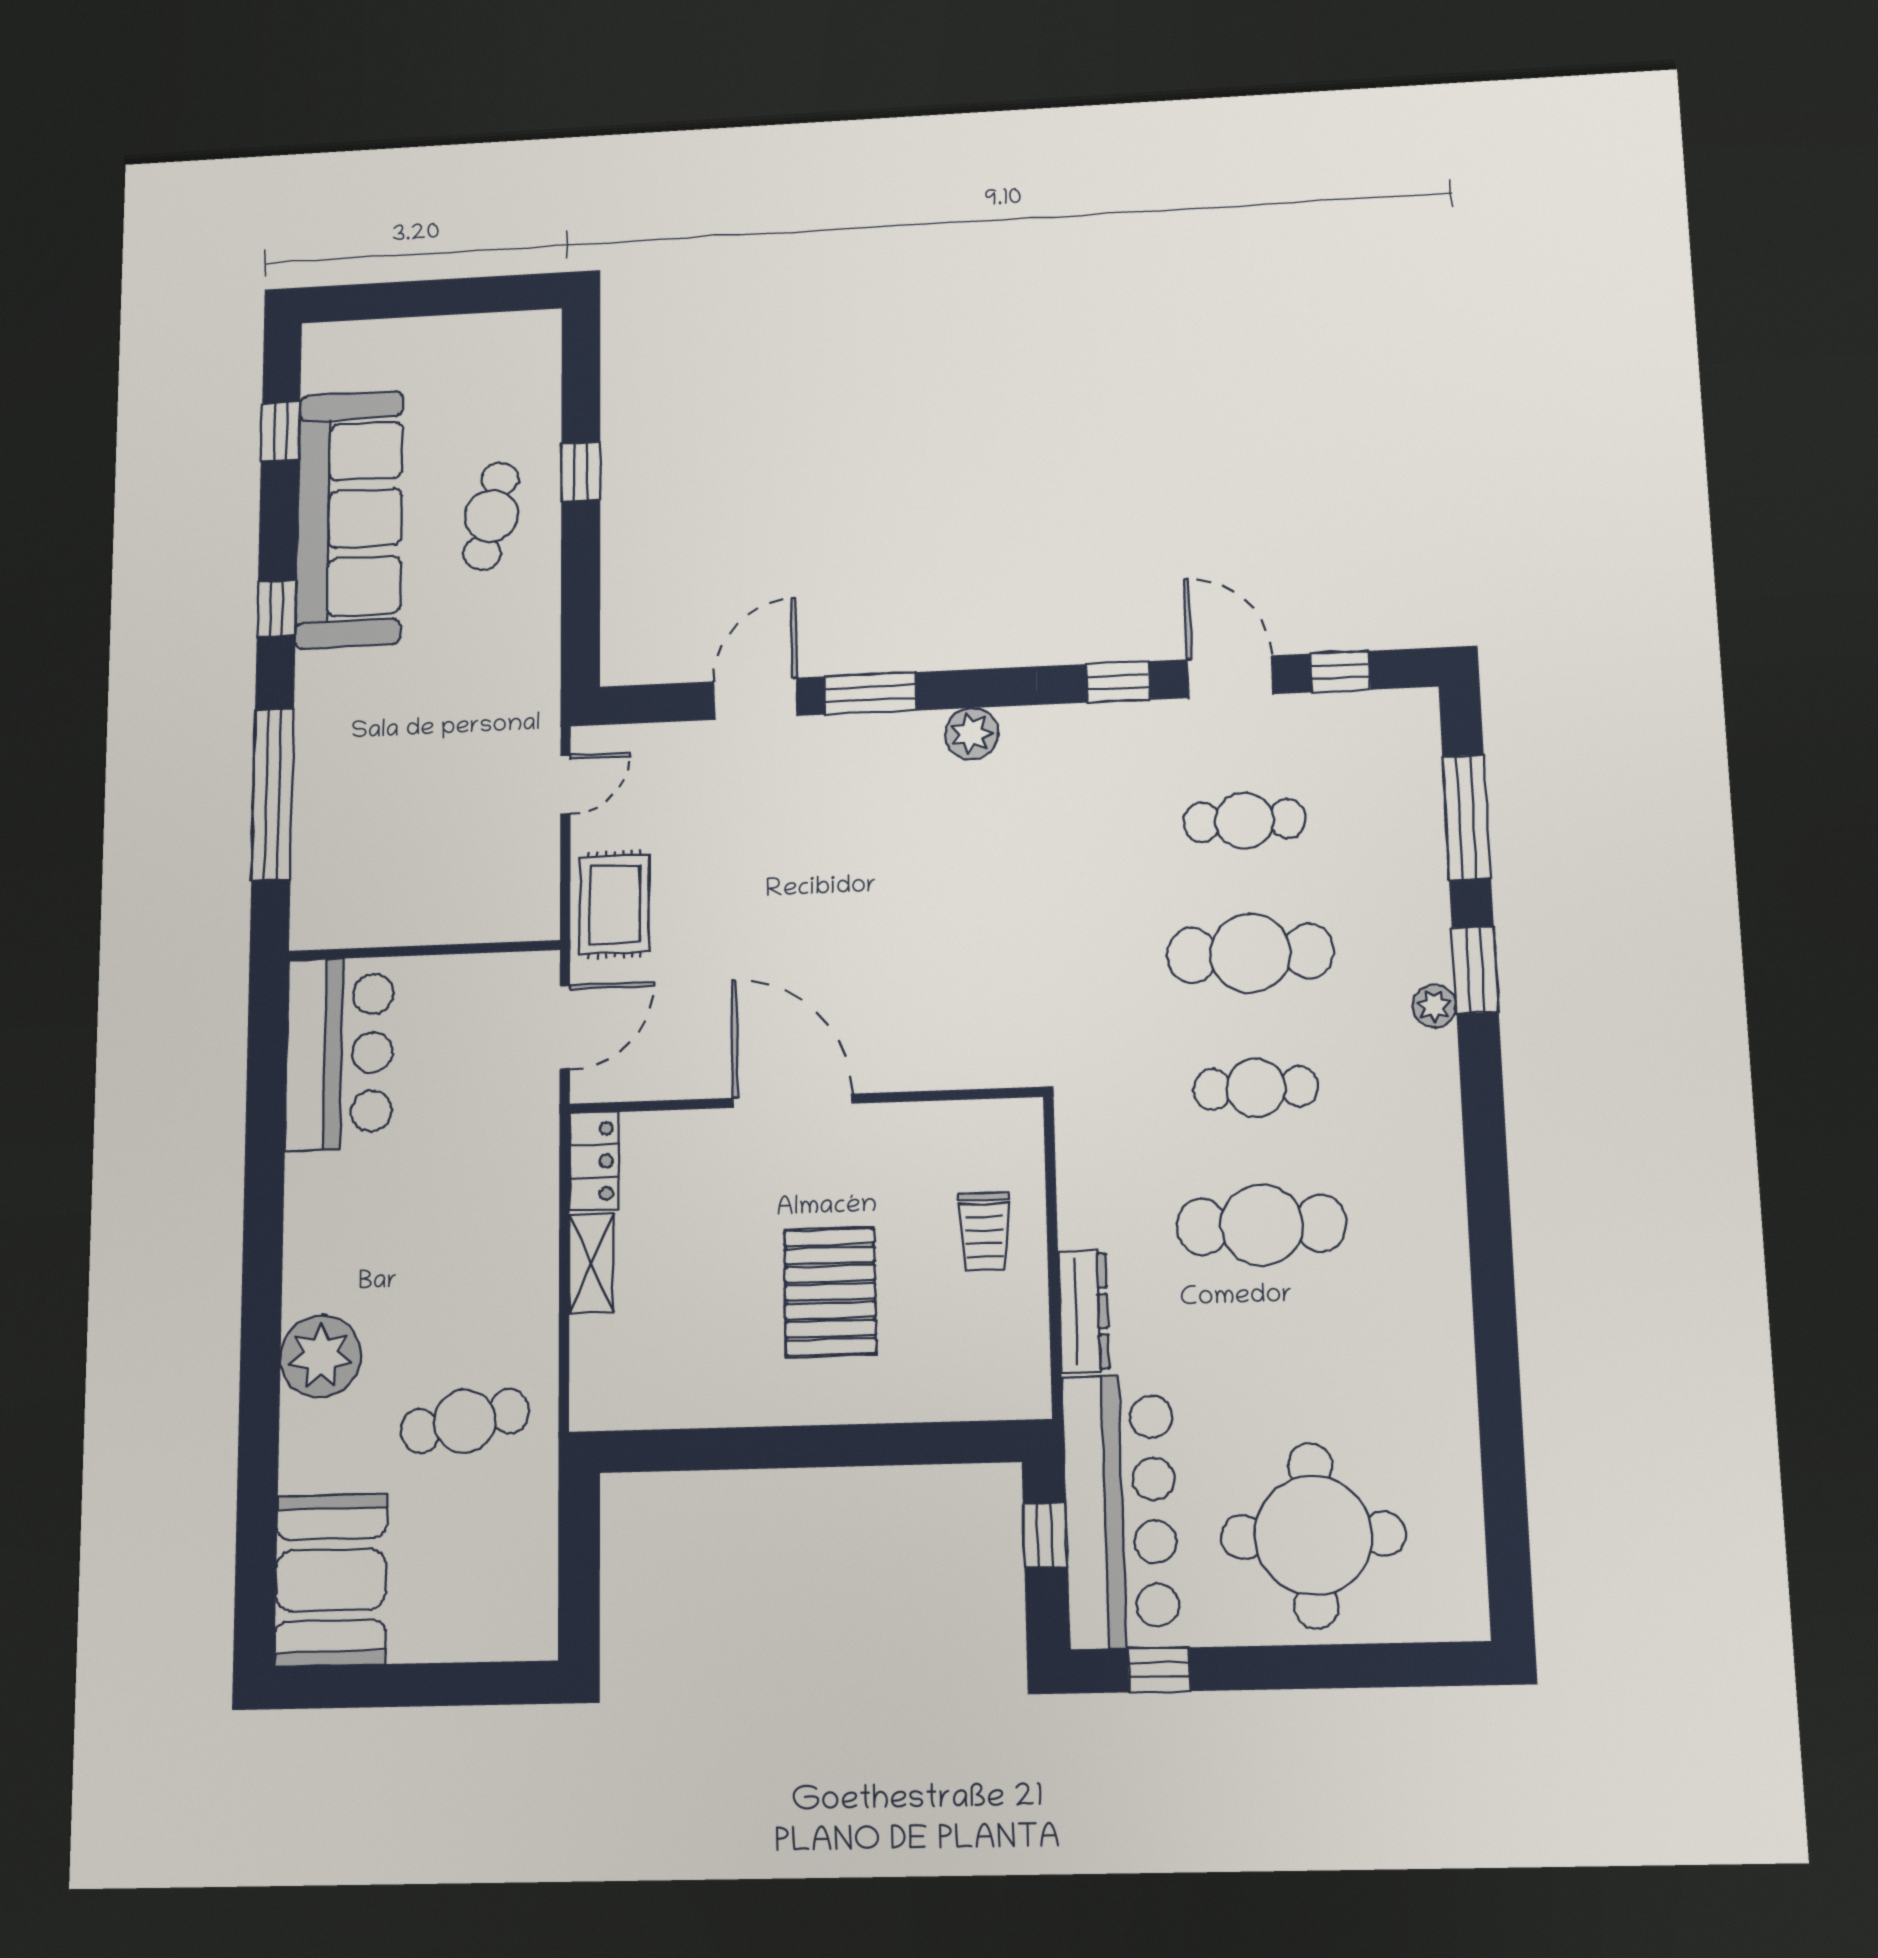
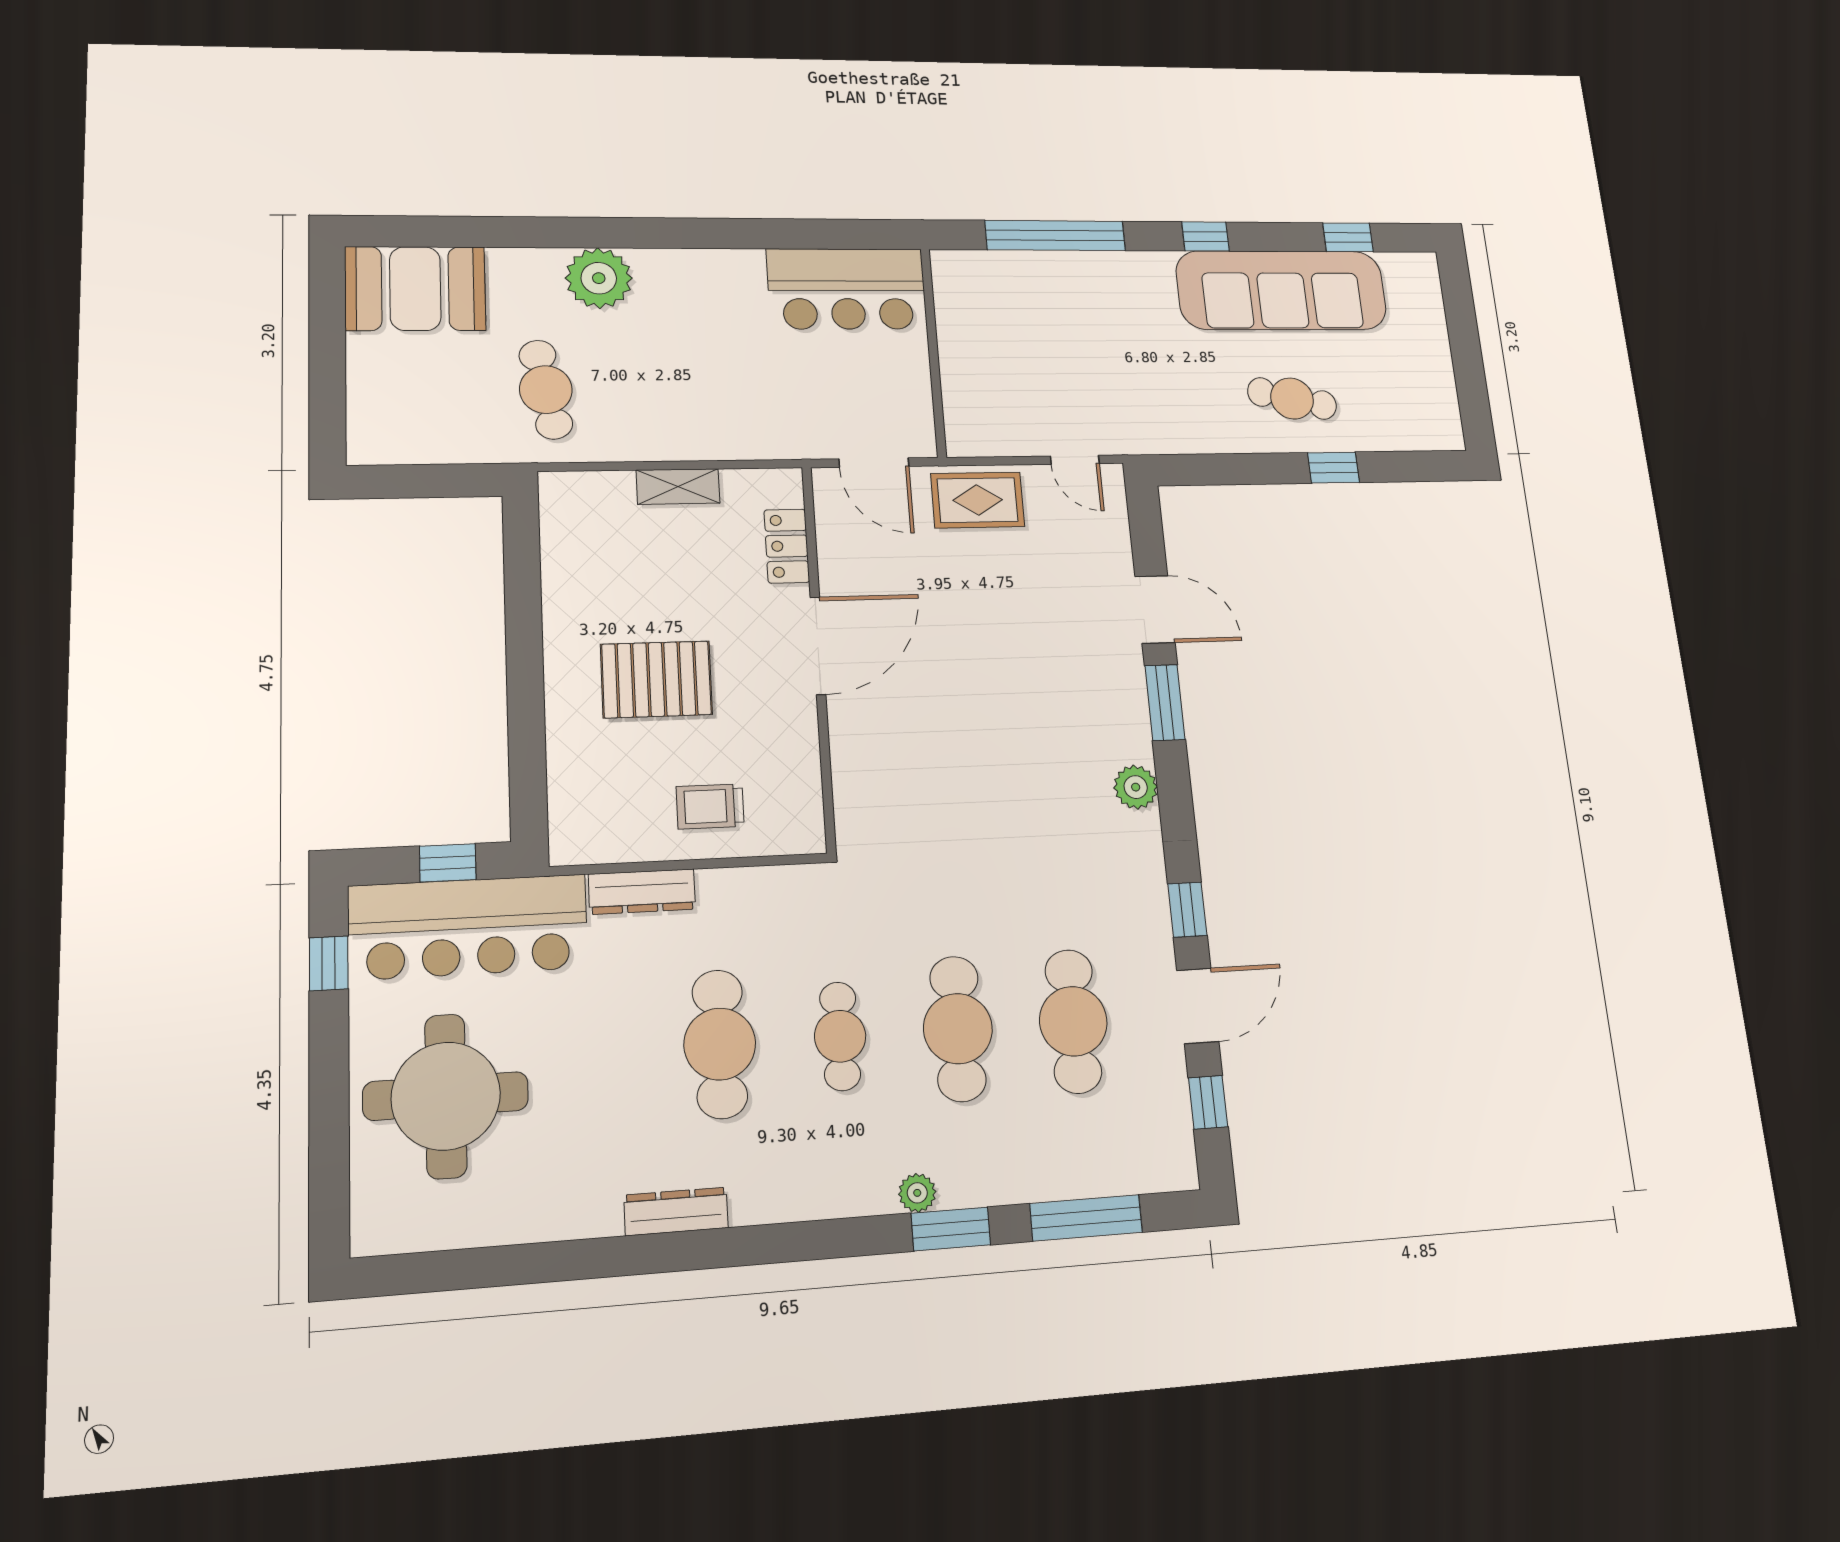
cafe table: (1245, 821) -> (1073, 1021), width x1.37, depth x1.35
locker: (594, 1161) -> (787, 546), moved, turned 90
dresser: (1448, 1277) -> (676, 1211), added

